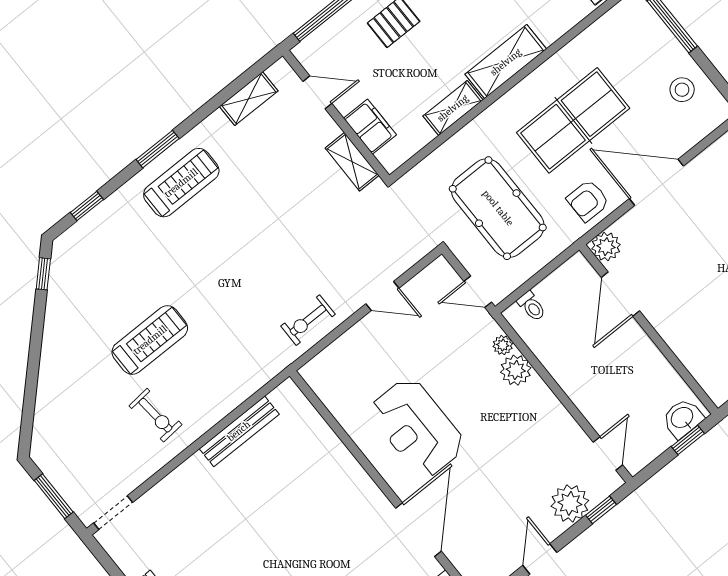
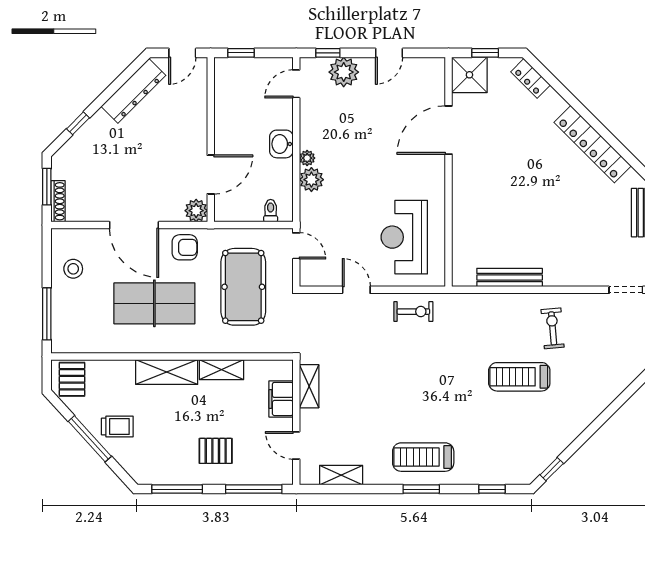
plant: (503, 345) -> (307, 158), moved
washbasin: (683, 418) -> (281, 144), moved, turned 90
reception desk: (417, 428) -> (404, 237), moved, turned 180

